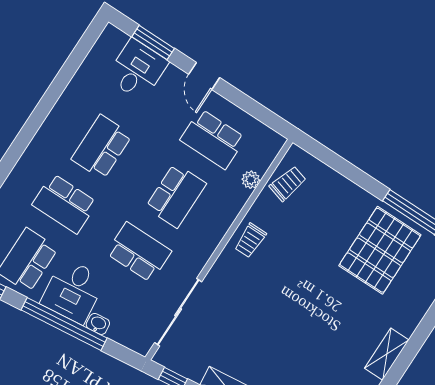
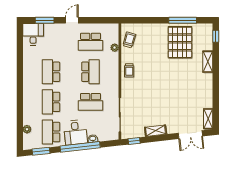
desk: (137, 70) -> (33, 34), moved
door: (204, 76) -> (72, 20), swing flipped
school desk: (65, 204) -> (51, 102), turned 90
school desk: (139, 252) -> (90, 102), turned 180
shelving: (387, 354) -> (208, 62), moved

